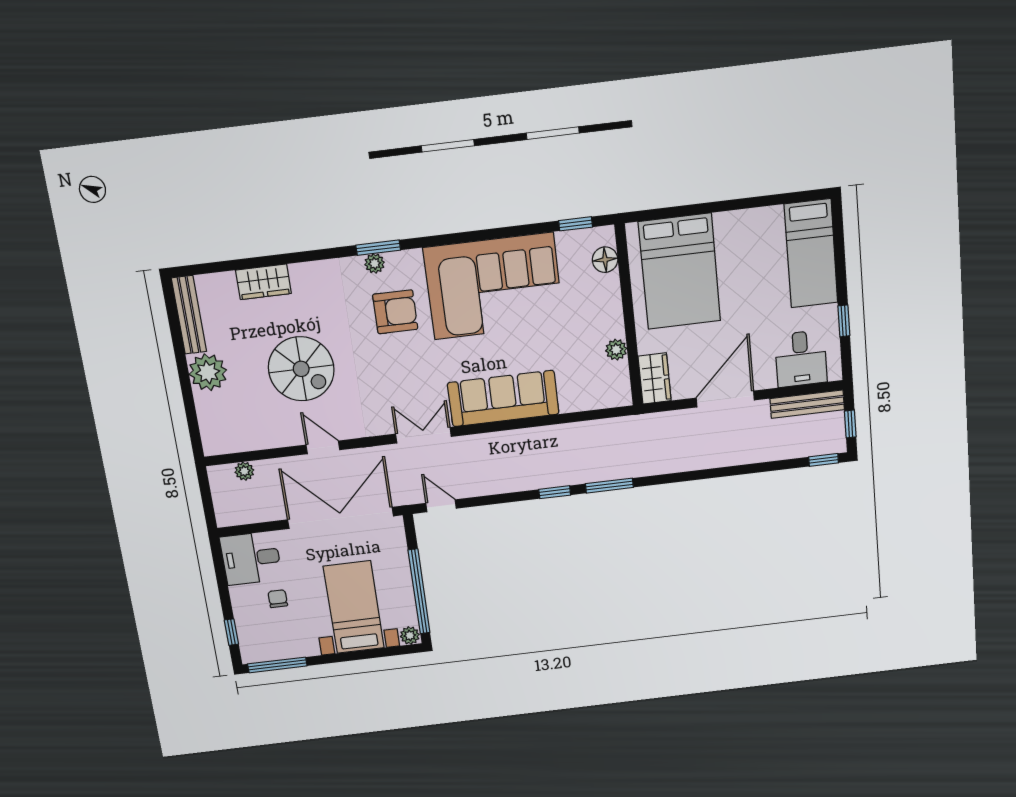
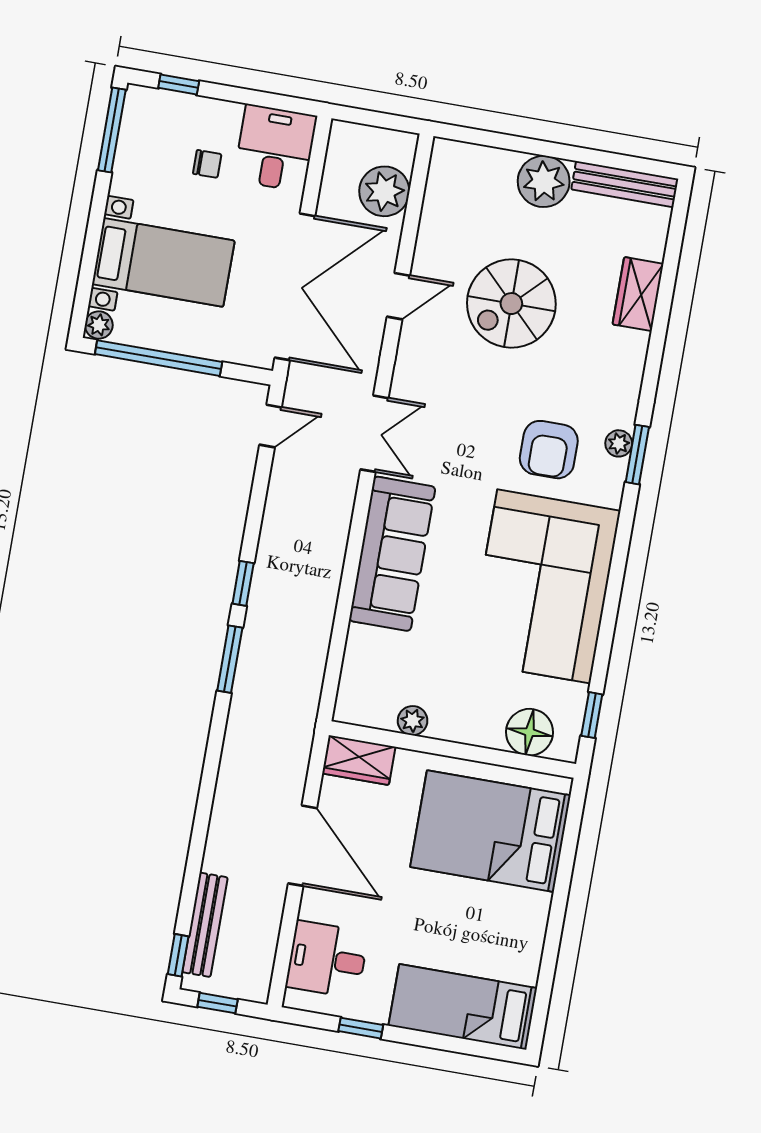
floor lamp: (605, 260) -> (530, 732), width x1.38, depth x1.38
bench: (807, 404) -> (205, 925), moved
plant: (244, 471) -> (384, 191), width x1.88, depth x1.88

